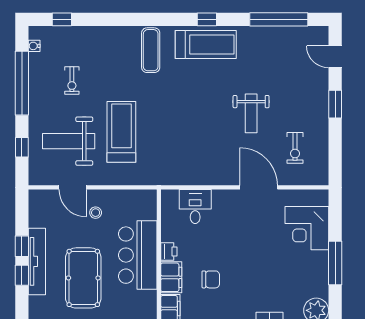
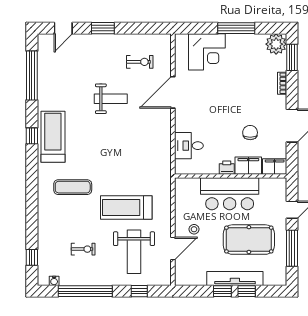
exercise mat: (151, 50) -> (73, 187), moved

